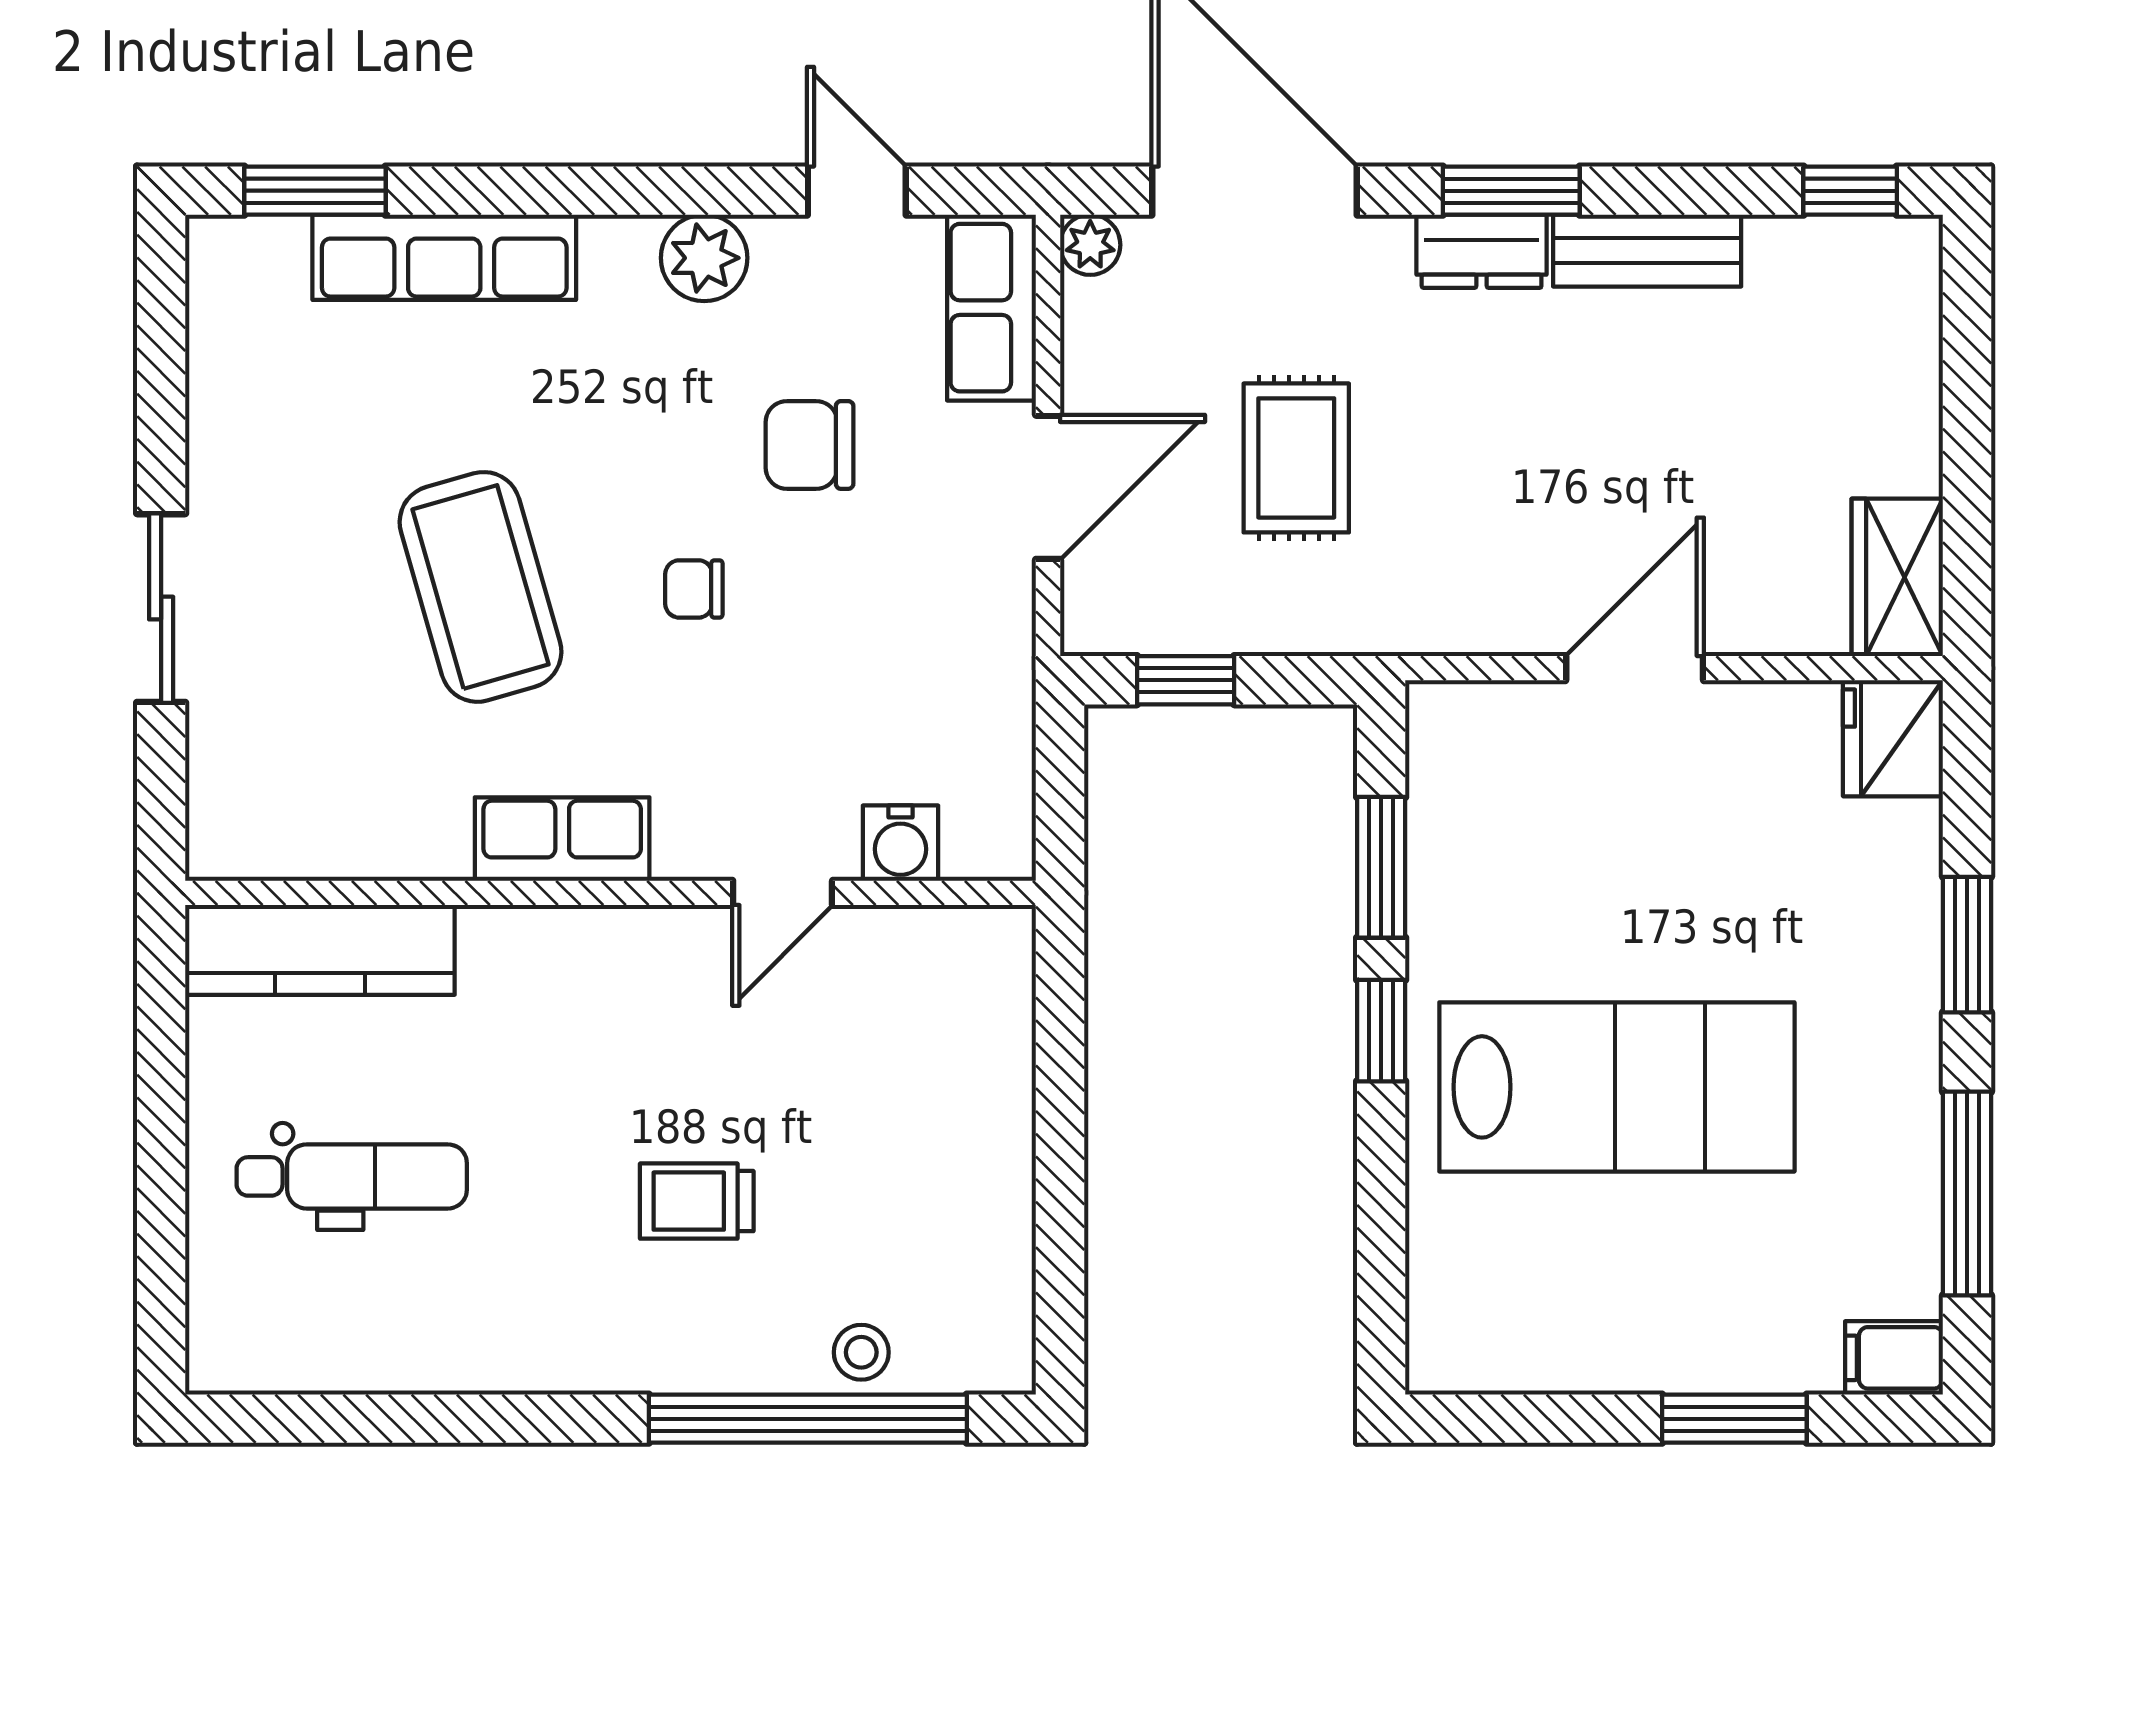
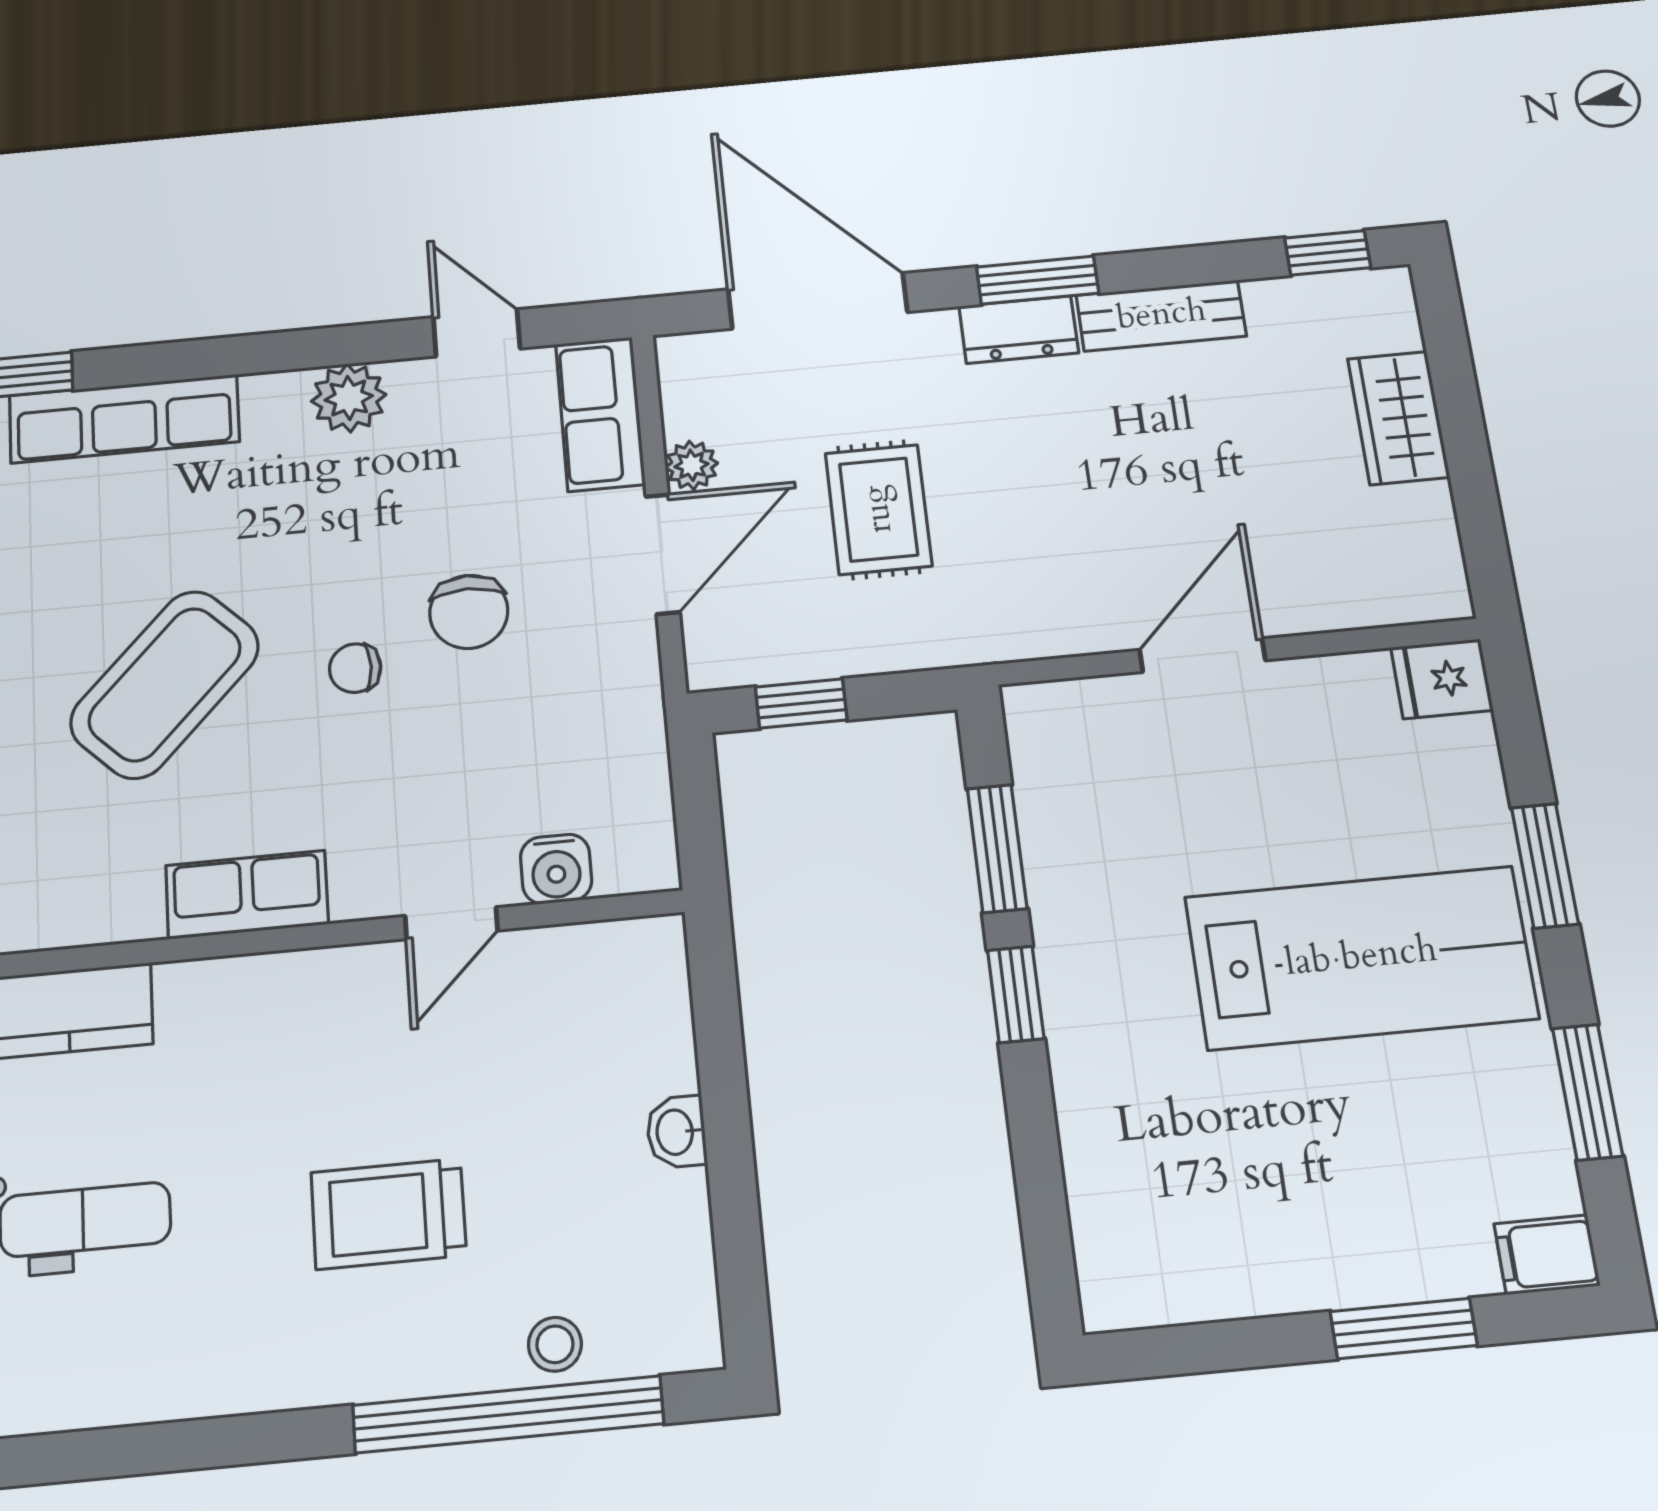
plant: (1090, 245) -> (692, 465), moved
chair: (809, 445) -> (469, 612), moved, turned -90
wardrobe: (1897, 577) -> (1399, 418), moved
coffee table: (480, 587) -> (165, 684), turned 60
fridge: (1893, 738) -> (1442, 679), width x0.72
lab bench: (1617, 1087) -> (1361, 958), moved
washbasin: (1006, 1144) -> (676, 1132), added
window: (1967, 1194) -> (1587, 1092), width x0.69
trolley: (697, 1201) -> (389, 1214), width x1.36, depth x1.39

